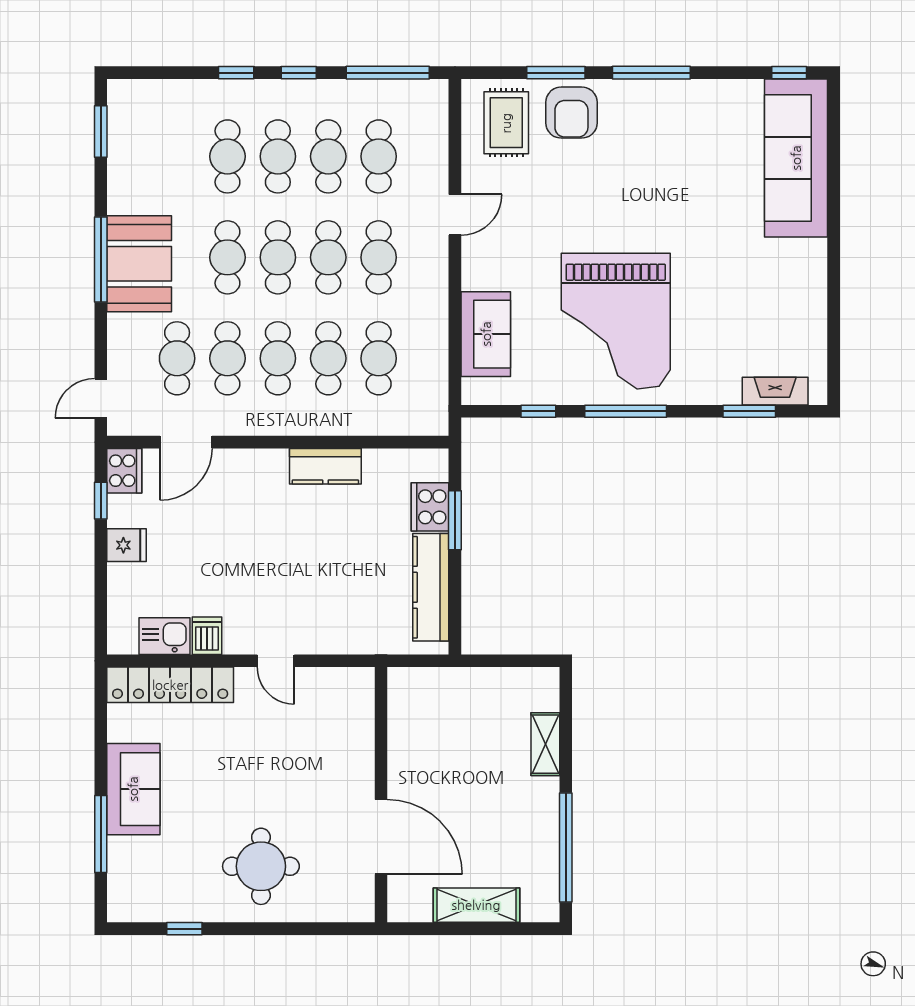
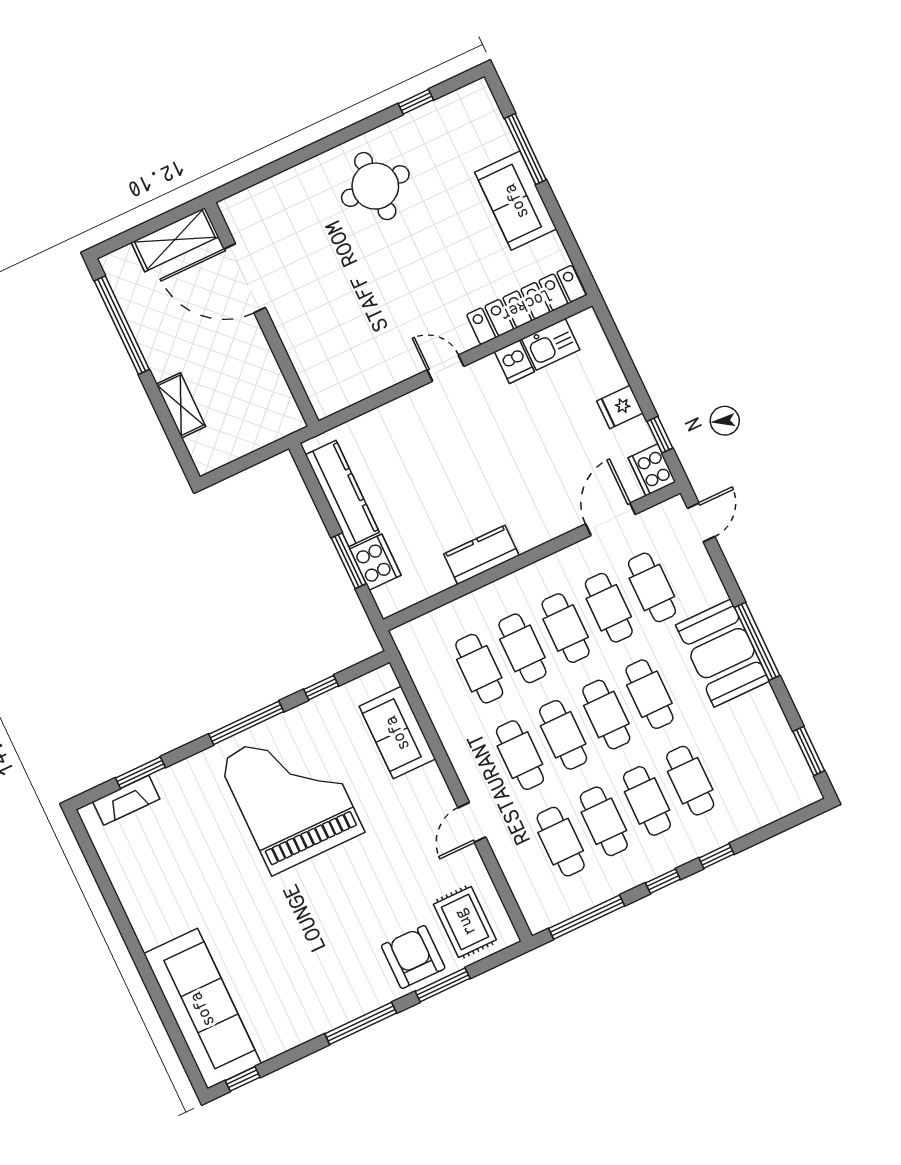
wall: (381, 795) -> (262, 314), moved
door: (381, 837) -> (245, 278), moved

